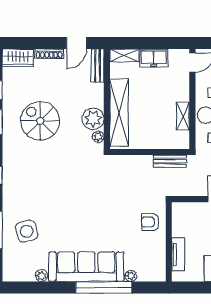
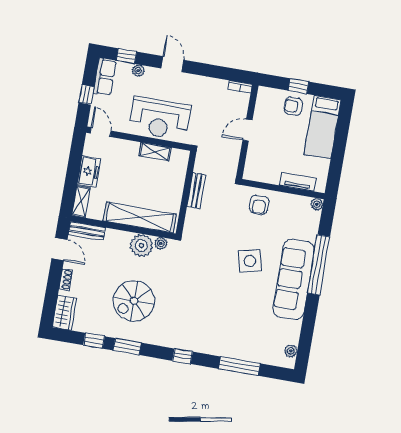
shoe rack: (49, 54) -> (66, 279), width x0.70
bench: (170, 161) -> (196, 191), moved
side table: (27, 231) -> (250, 261), moved
plant: (41, 276) -> (291, 351), moved
plant: (131, 276) -> (317, 204), moved

